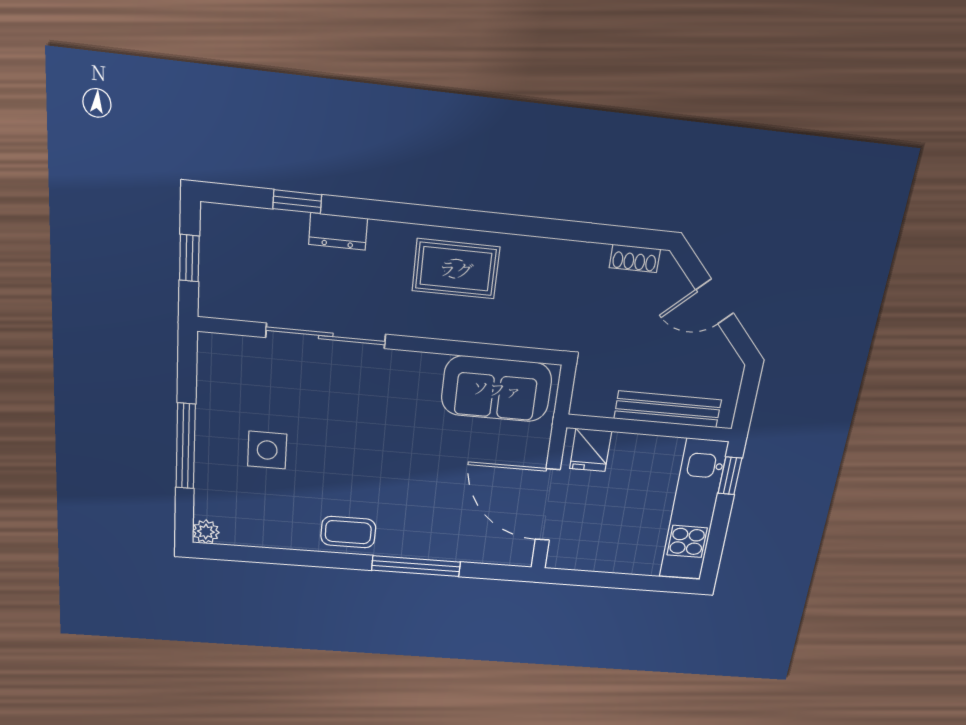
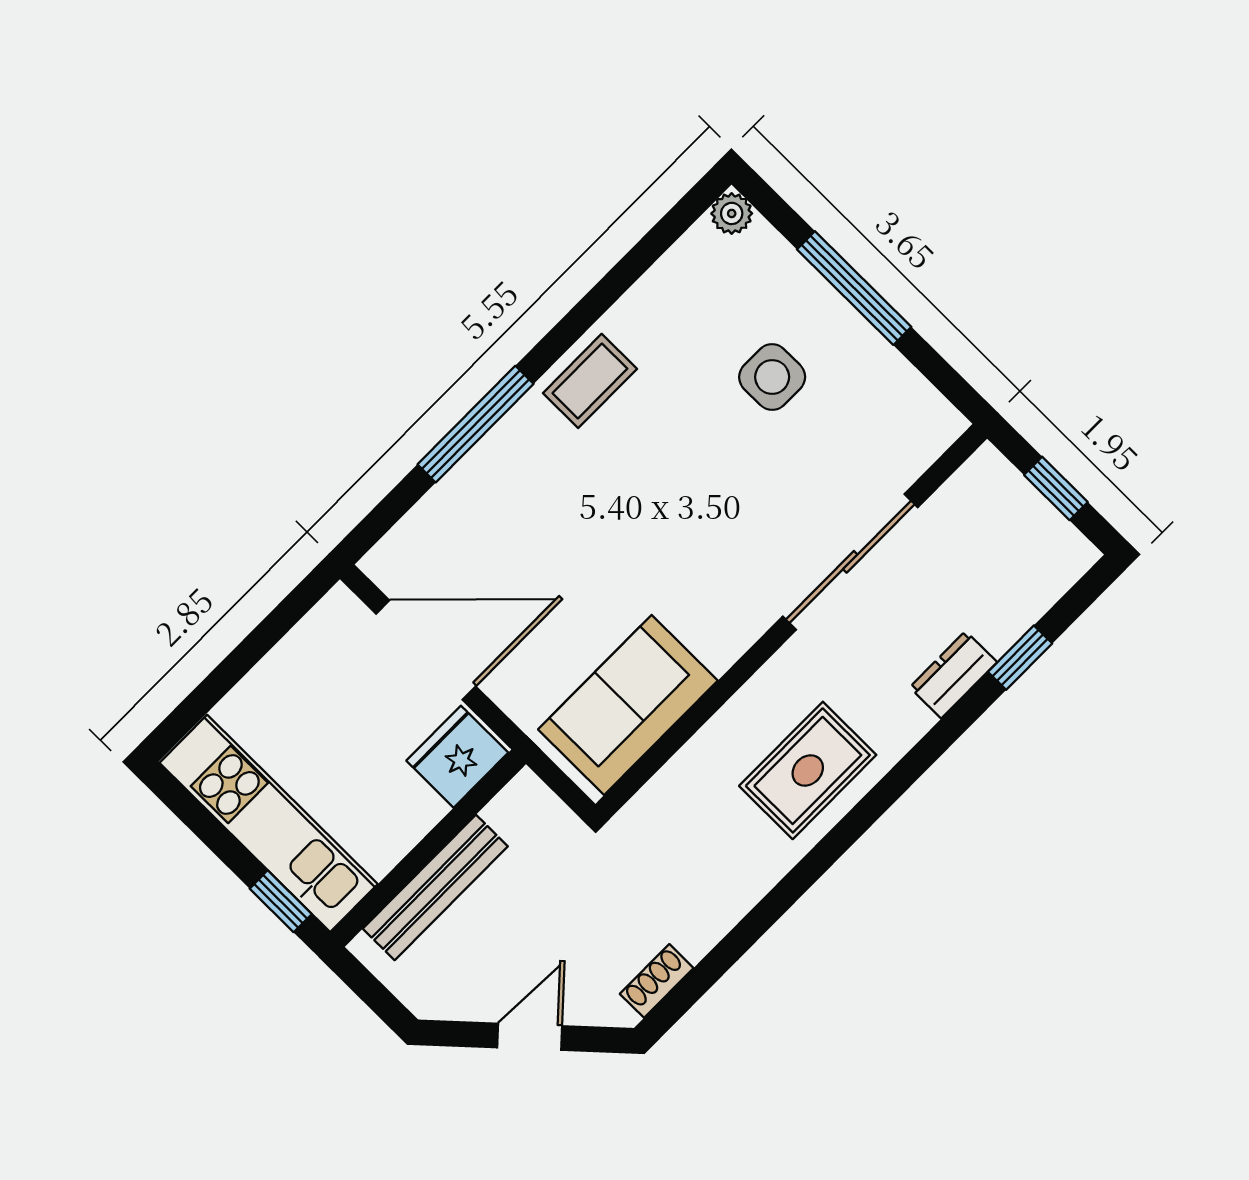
fridge: (591, 450) -> (457, 757), width x1.38

